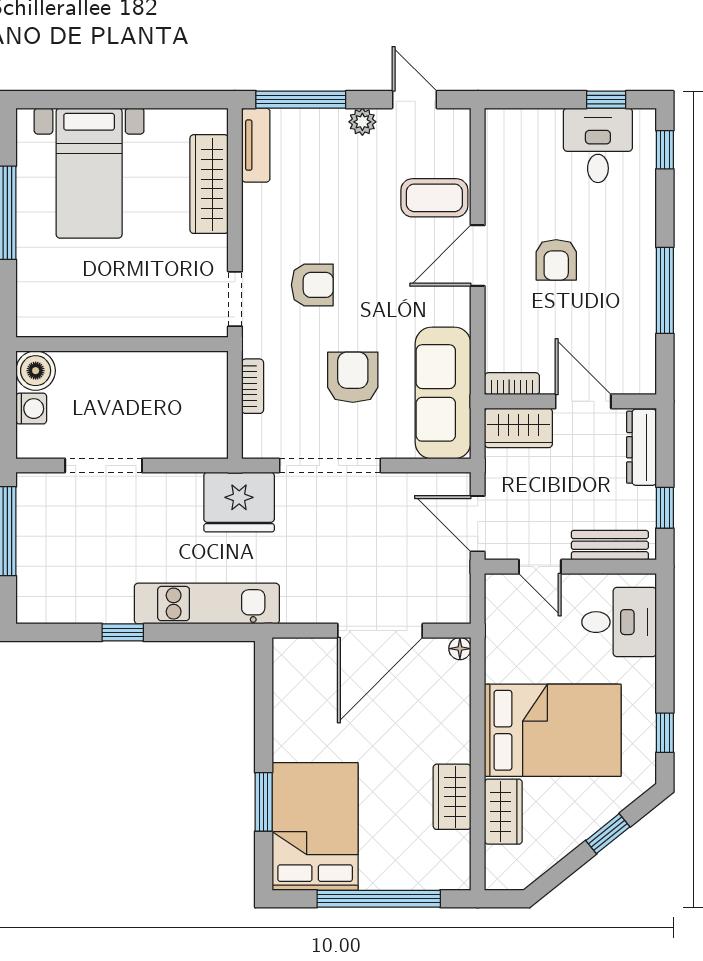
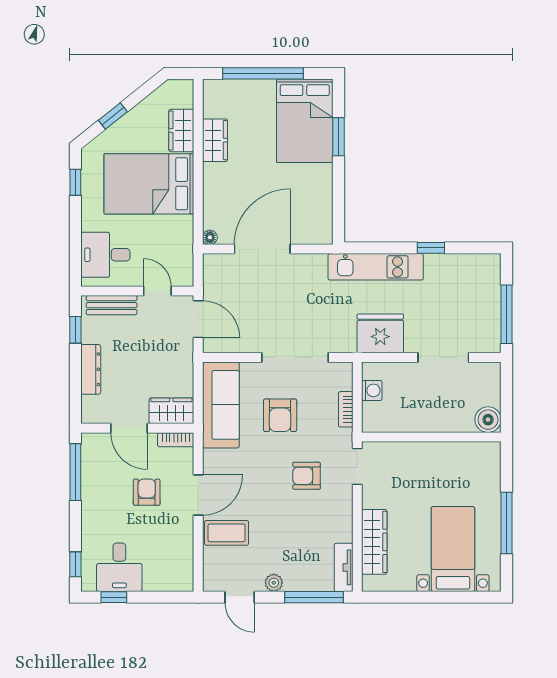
bookcase: (512, 384) -> (176, 440), moved
wall: (570, 401) -> (137, 428), moved
door: (583, 401) -> (129, 428), moved
washing machine: (31, 409) -> (372, 390), moved, turned 180
wardrobe: (518, 428) -> (171, 411), moved
fridge: (239, 502) -> (380, 333), moved

